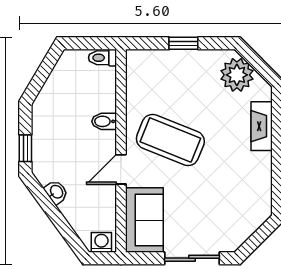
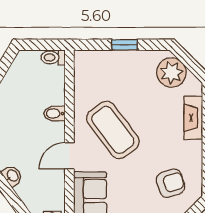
coffee table: (170, 140) -> (113, 130), turned 31
armchair: (236, 200) -> (171, 183), added

